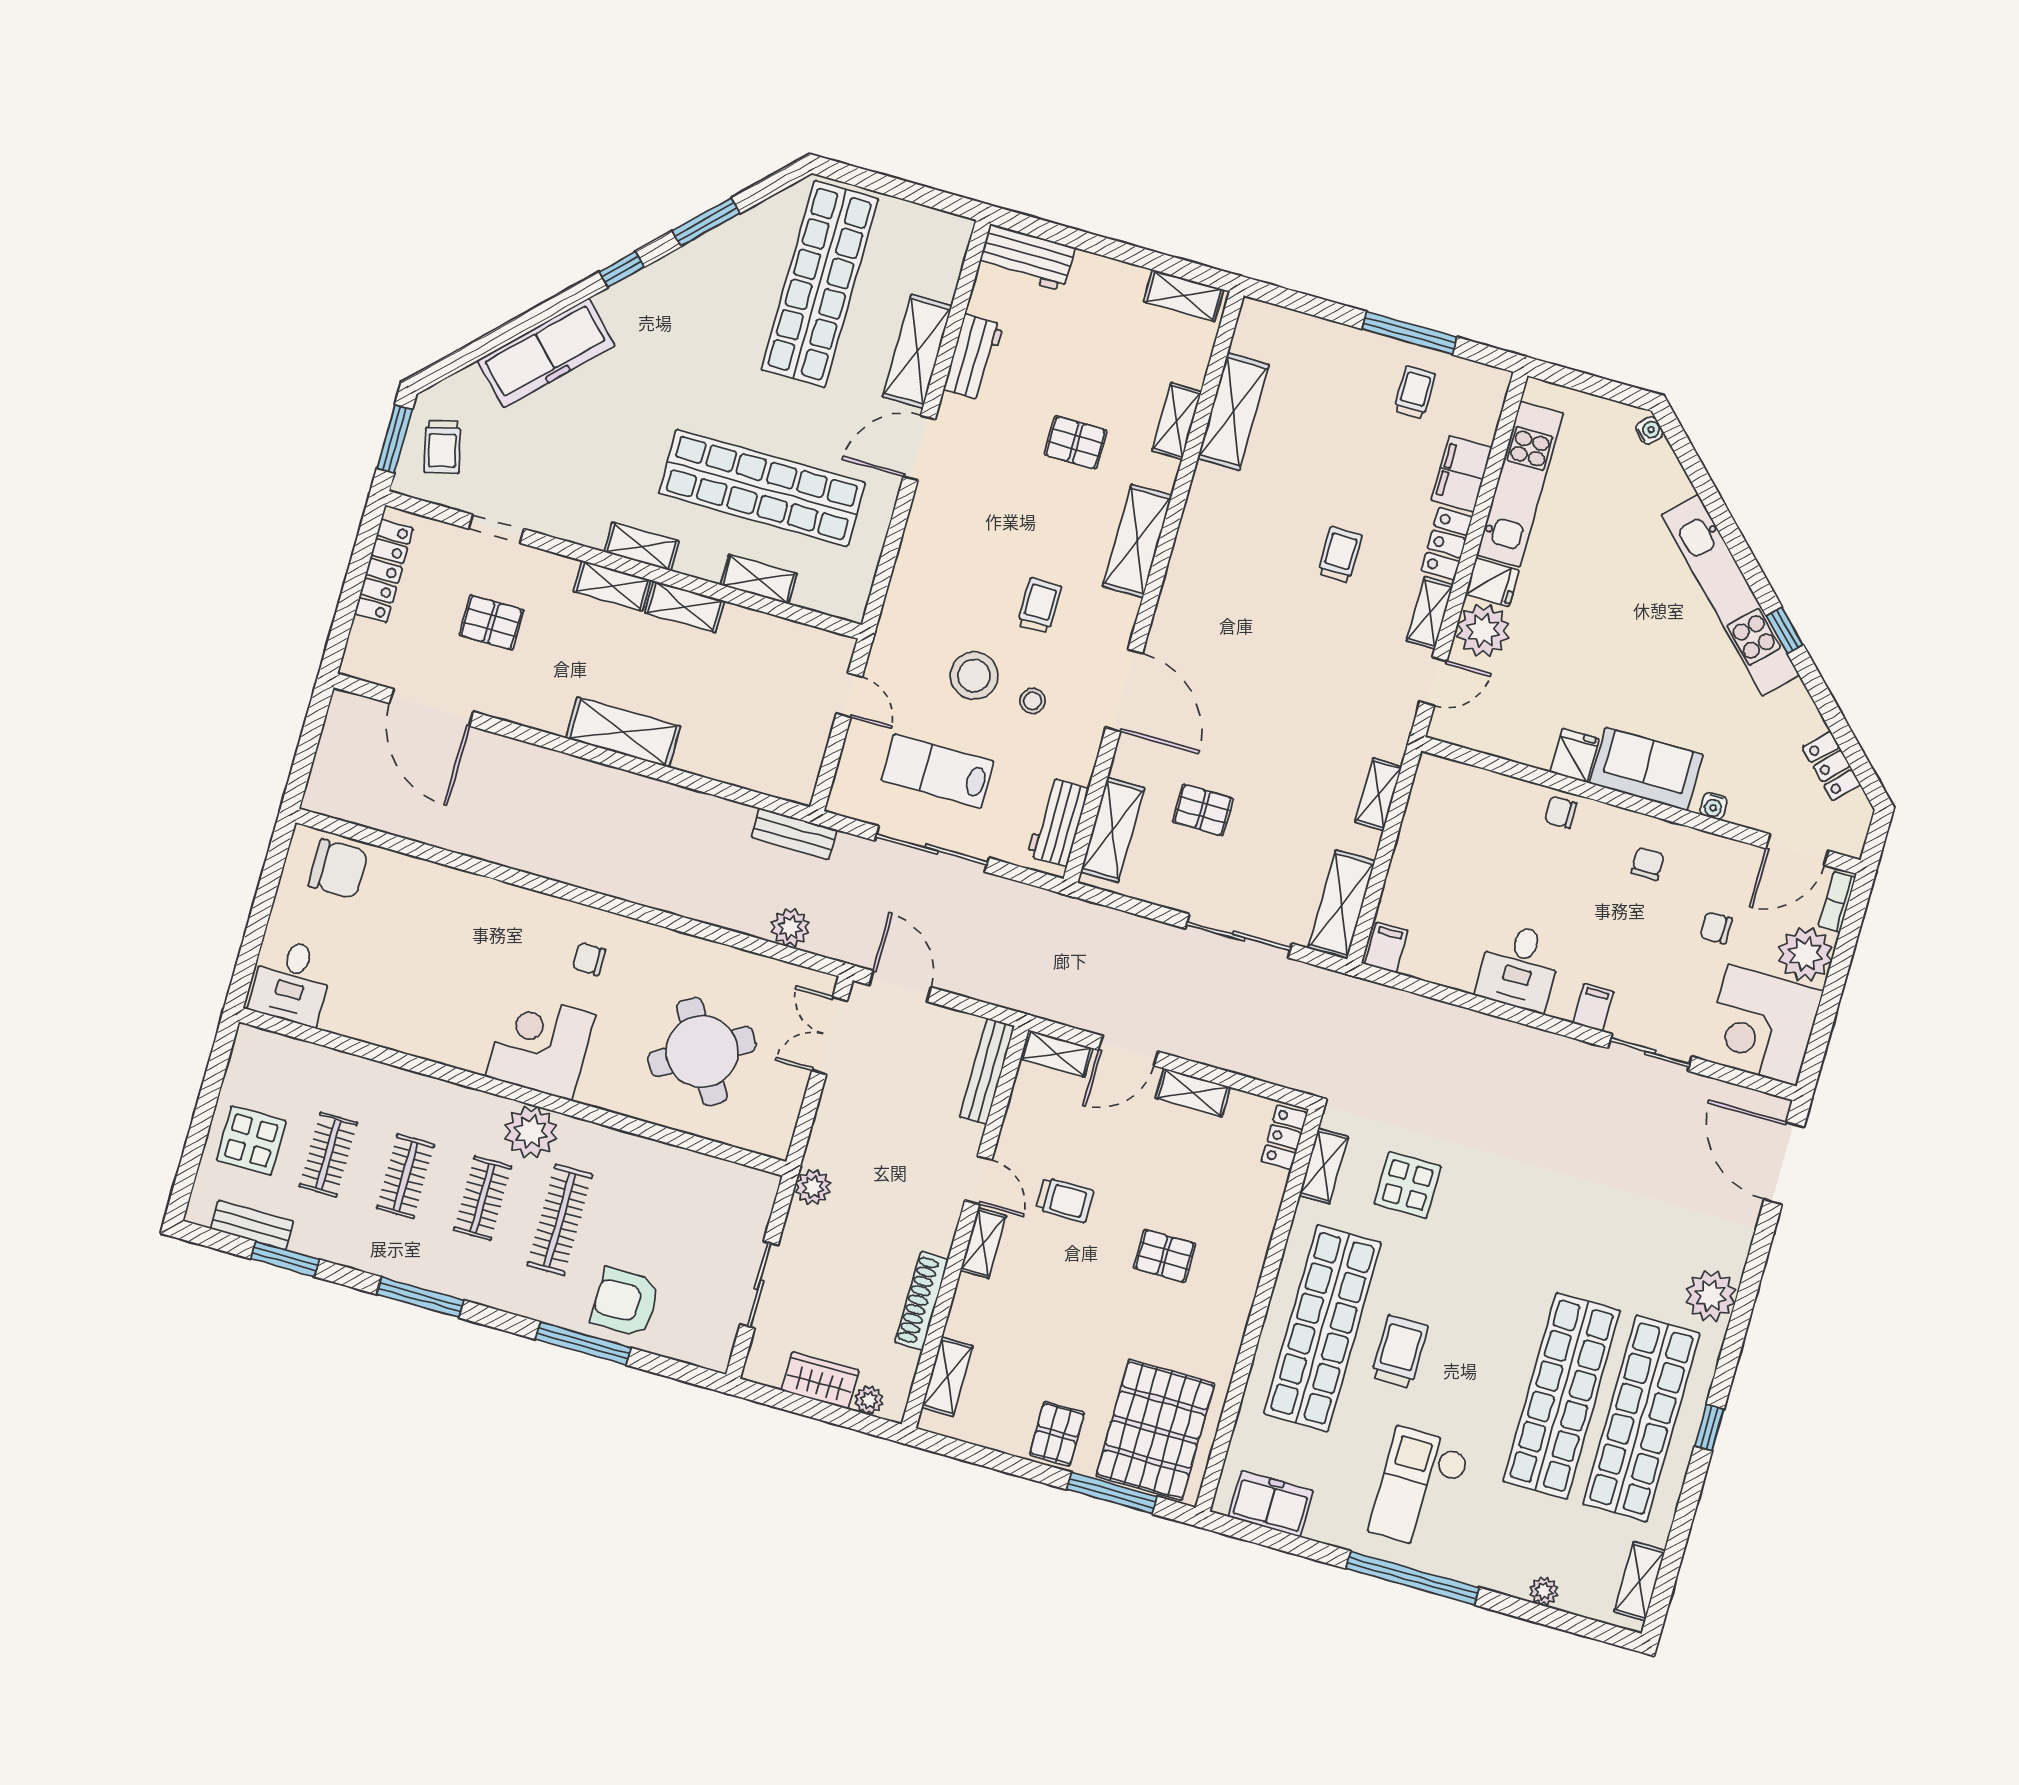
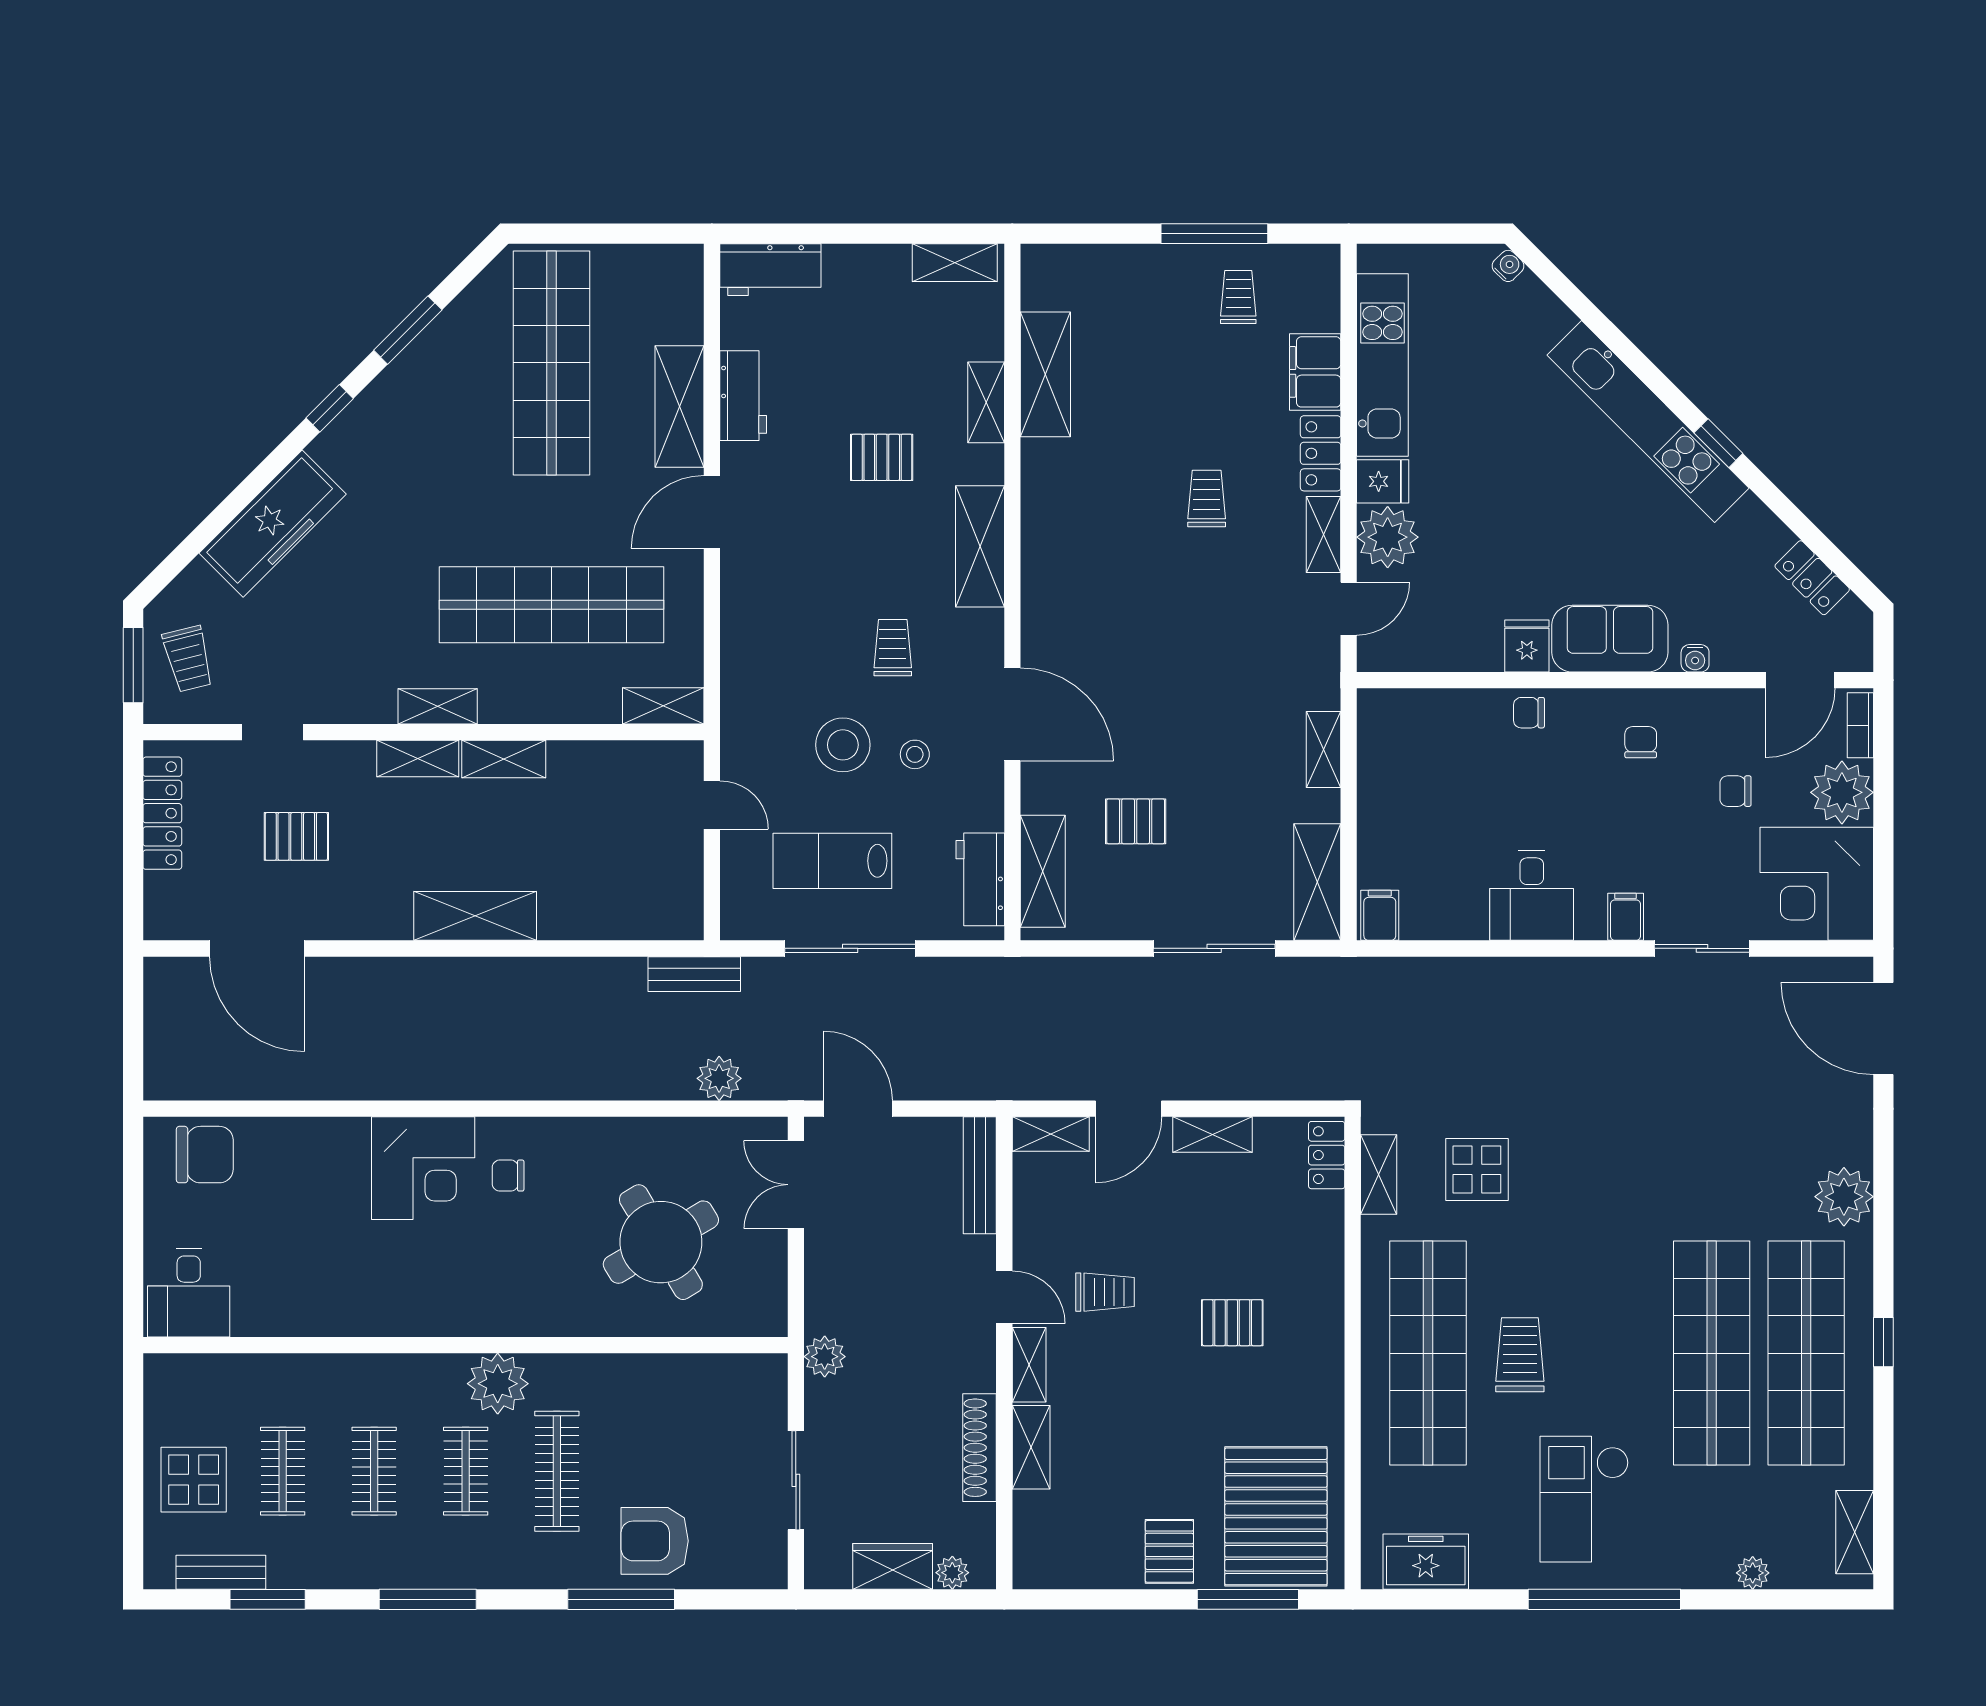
shelving: (759, 579) -> (663, 706), moved
corner desk: (541, 1046) -> (423, 1168), moved, turned 180
shelving: (947, 1377) -> (1031, 1447), moved

